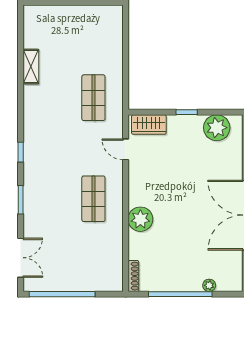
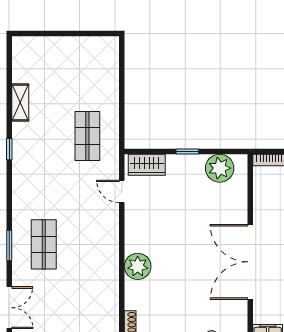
window: (21, 152) -> (9, 149), moved
shop shelf: (93, 199) -> (44, 244), moved

